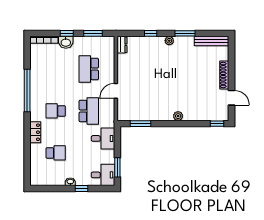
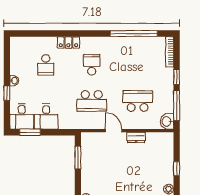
window: (93, 33) -> (177, 106), width x1.44
washbasin: (66, 42) -> (167, 121), moved
dresser: (122, 45) -> (136, 137), moved
window: (27, 90) -> (134, 34), moved
desk: (103, 138) -> (46, 117), moved

